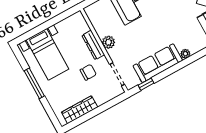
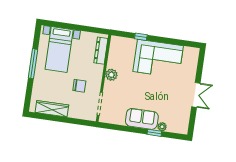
dresser: (93, 45) -> (101, 51), moved
sofa: (158, 63) -> (142, 119), width x0.73
window: (146, 84) -> (154, 133), moved

